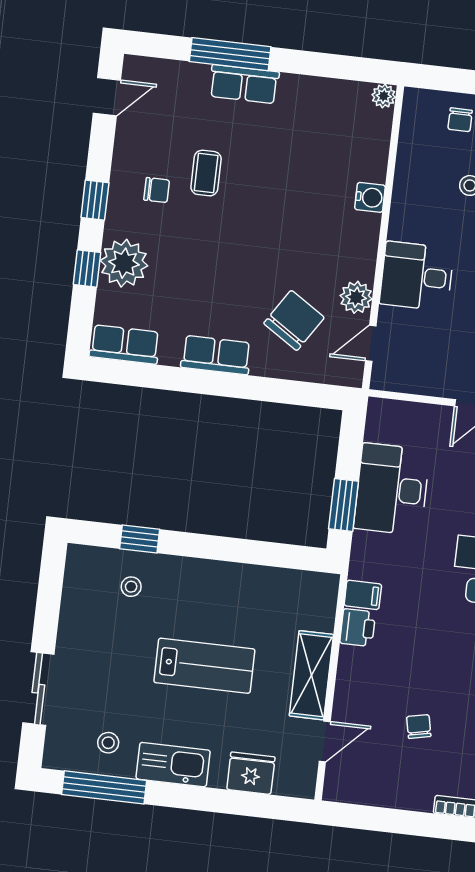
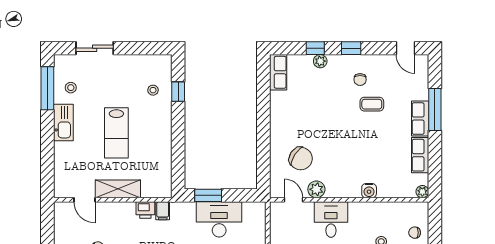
plant: (124, 263) -> (320, 61), width x0.53, depth x0.53
row of seats: (216, 355) -> (420, 155), moved, turned 180
fridge: (251, 773) -> (64, 163), removed

